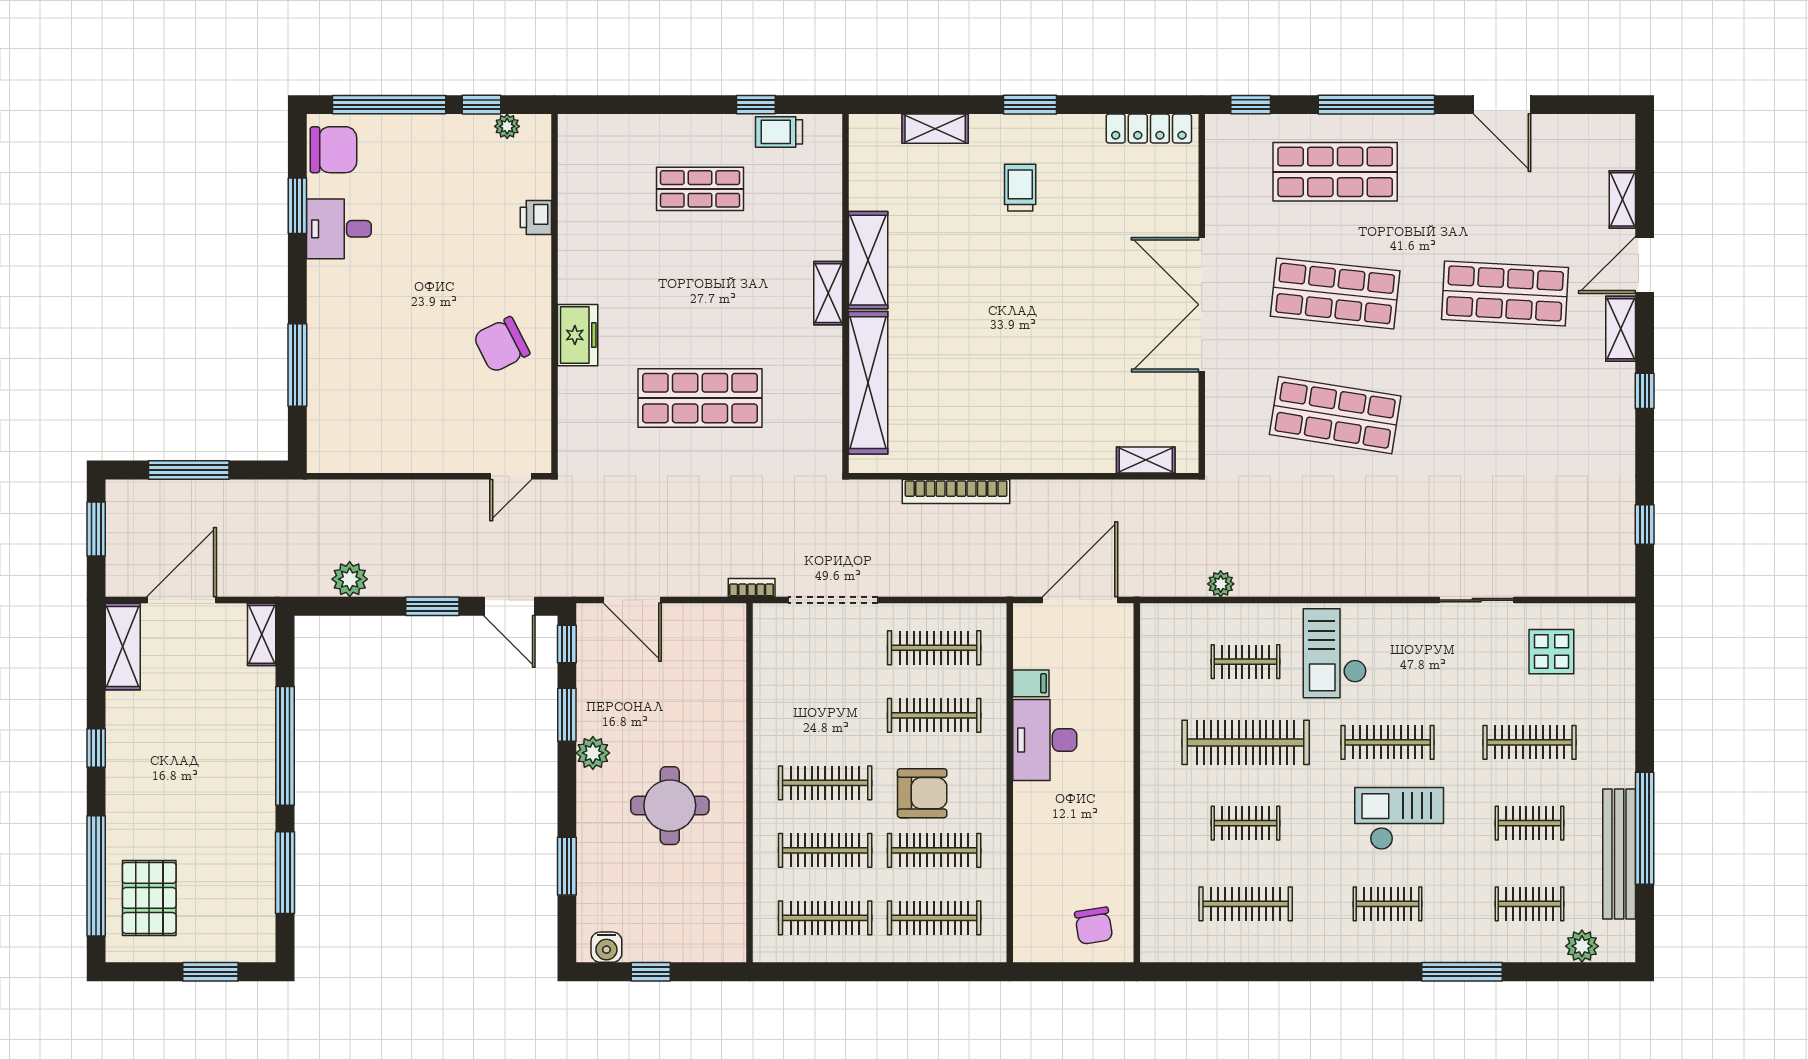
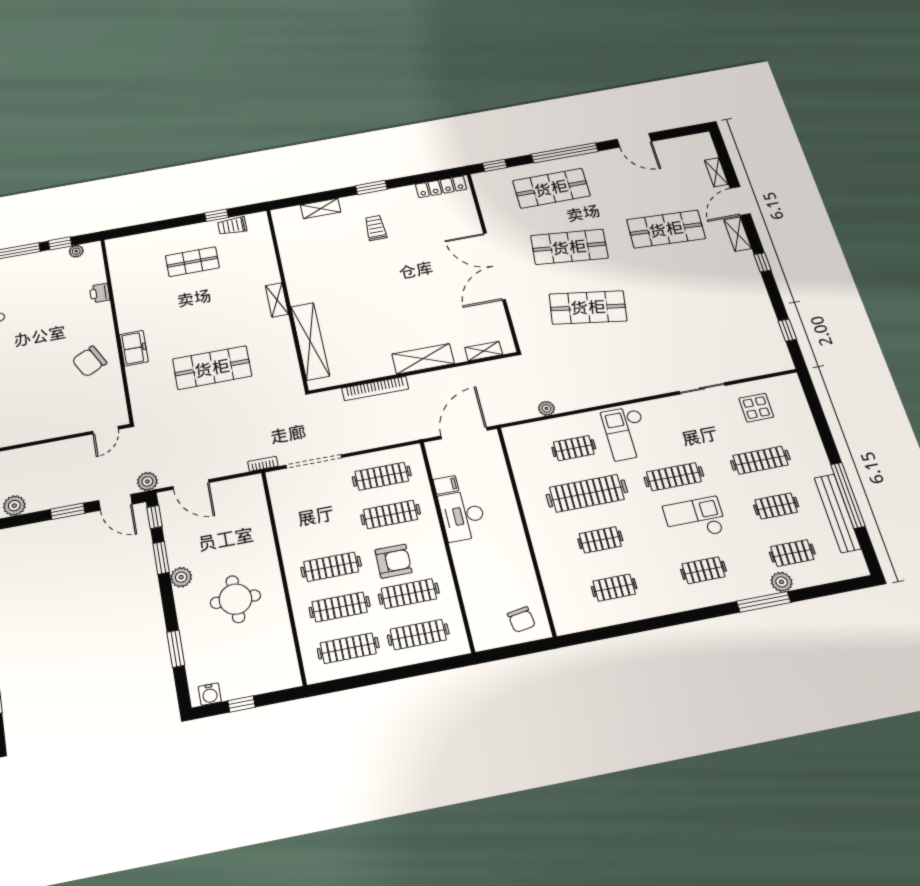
shelving: (868, 260) -> (423, 359), moved, turned 90
plant: (565, 581) -> (147, 481), added
clothes rail: (1246, 904) -> (614, 588), width x0.73
plant: (1582, 946) -> (782, 582), moved

